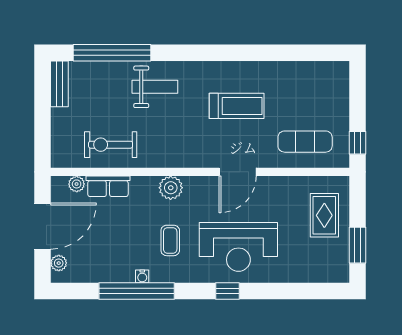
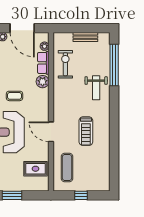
bench: (59, 84) -> (85, 37), moved
window: (358, 143) -> (81, 195), moved
plant: (171, 188) -> (43, 82), moved
rug: (324, 215) -> (36, 169), moved

